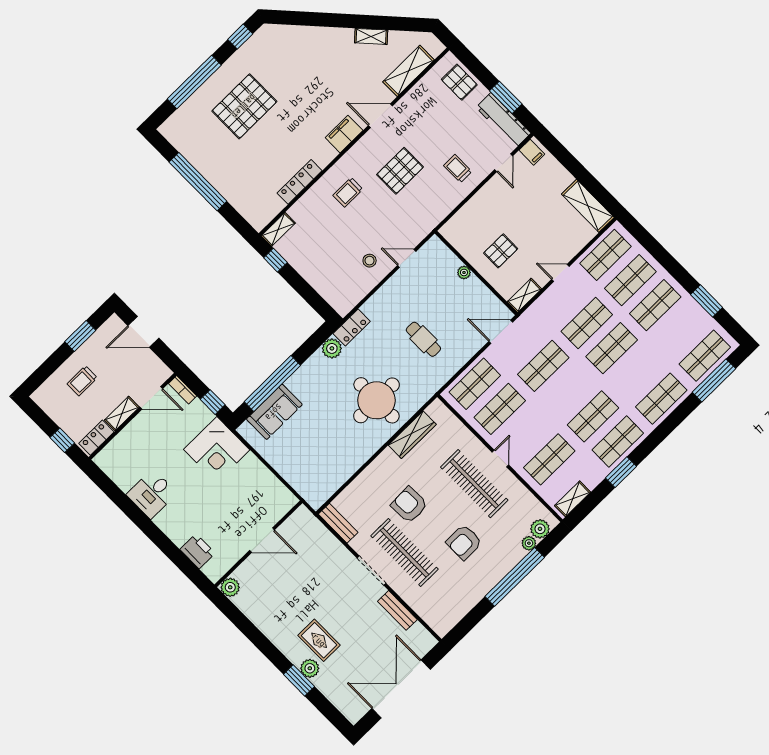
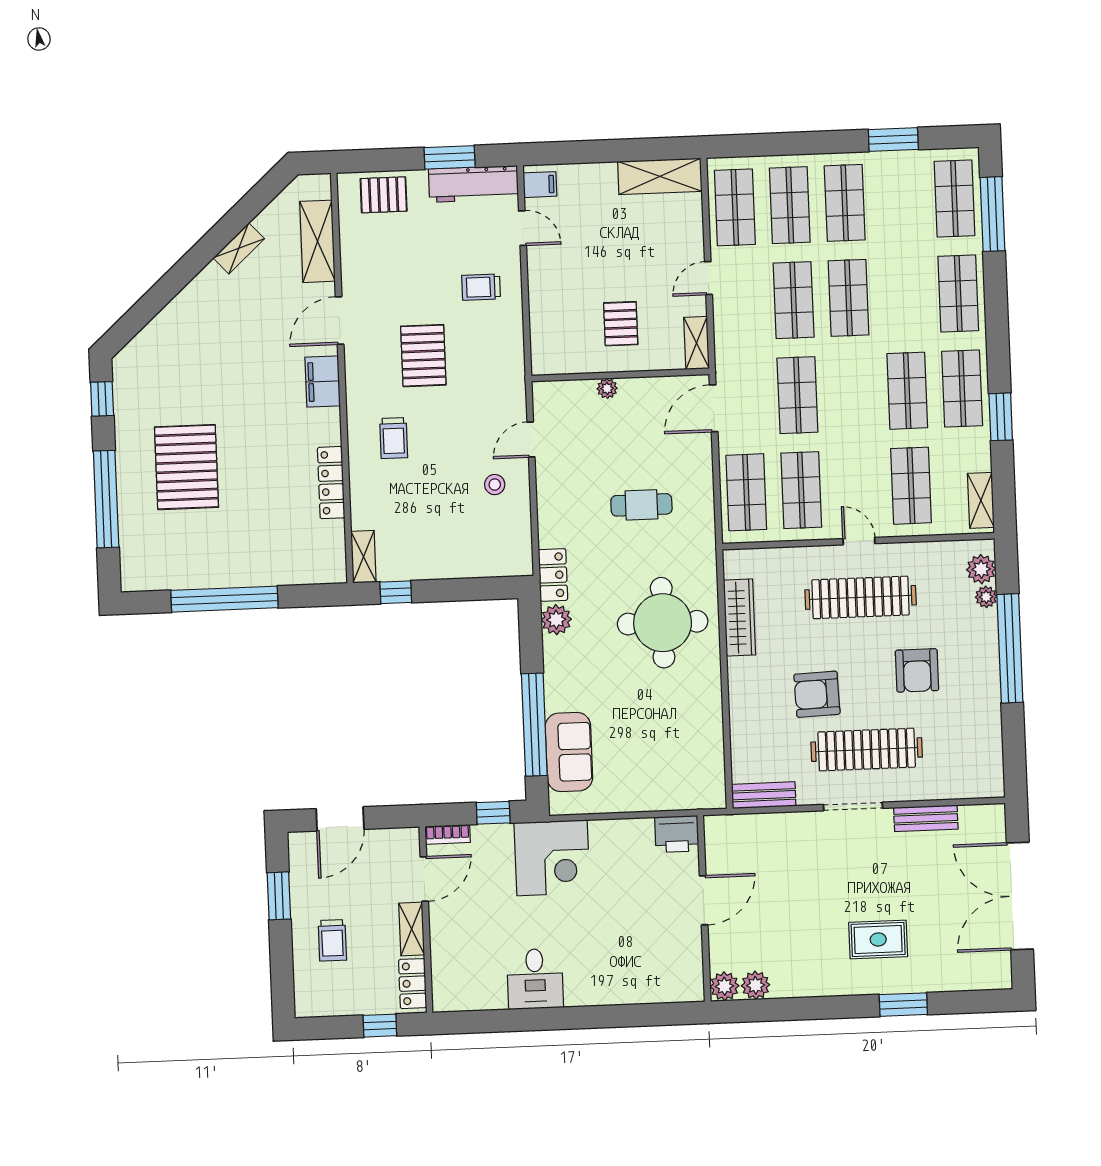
printer: (198, 551) -> (677, 834), moved, turned 180
plant: (310, 668) -> (756, 985), moved

